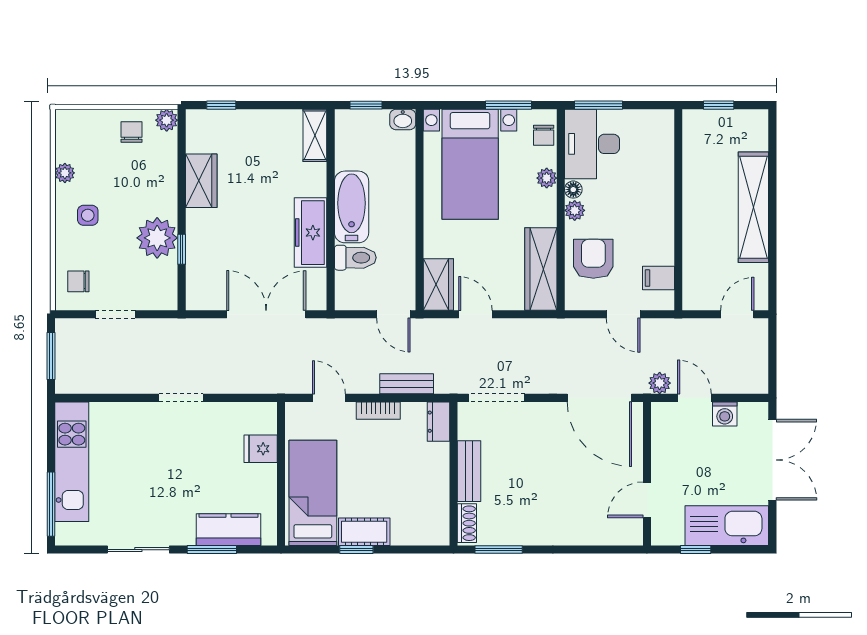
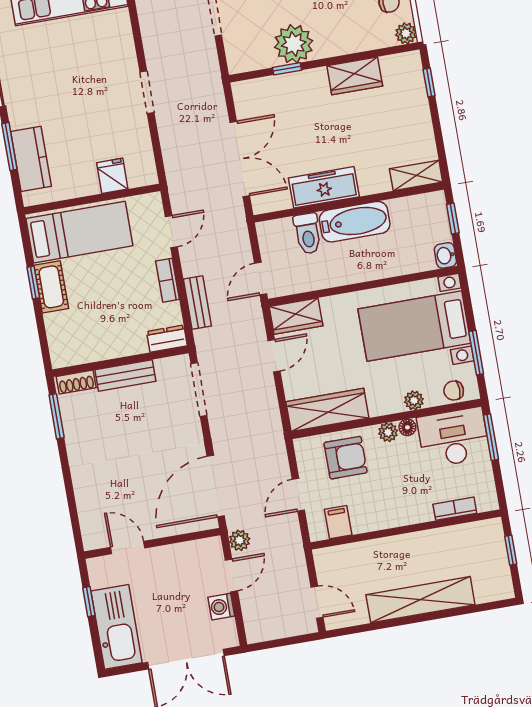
bookcase: (666, 155) -> (455, 509), added

